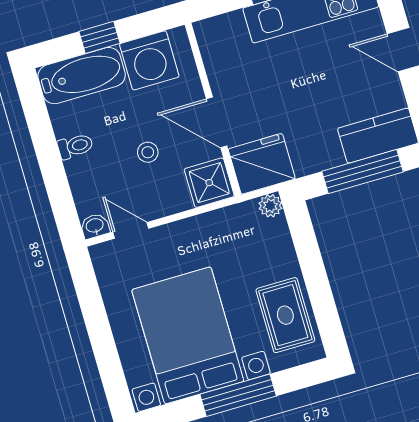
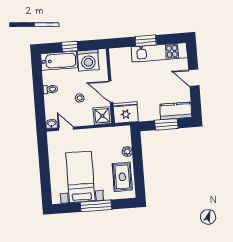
window: (362, 172) -> (166, 124), width x0.69
plant: (270, 206) -> (127, 152), moved
bed with nightstands: (188, 335) -> (80, 177), width x0.73

